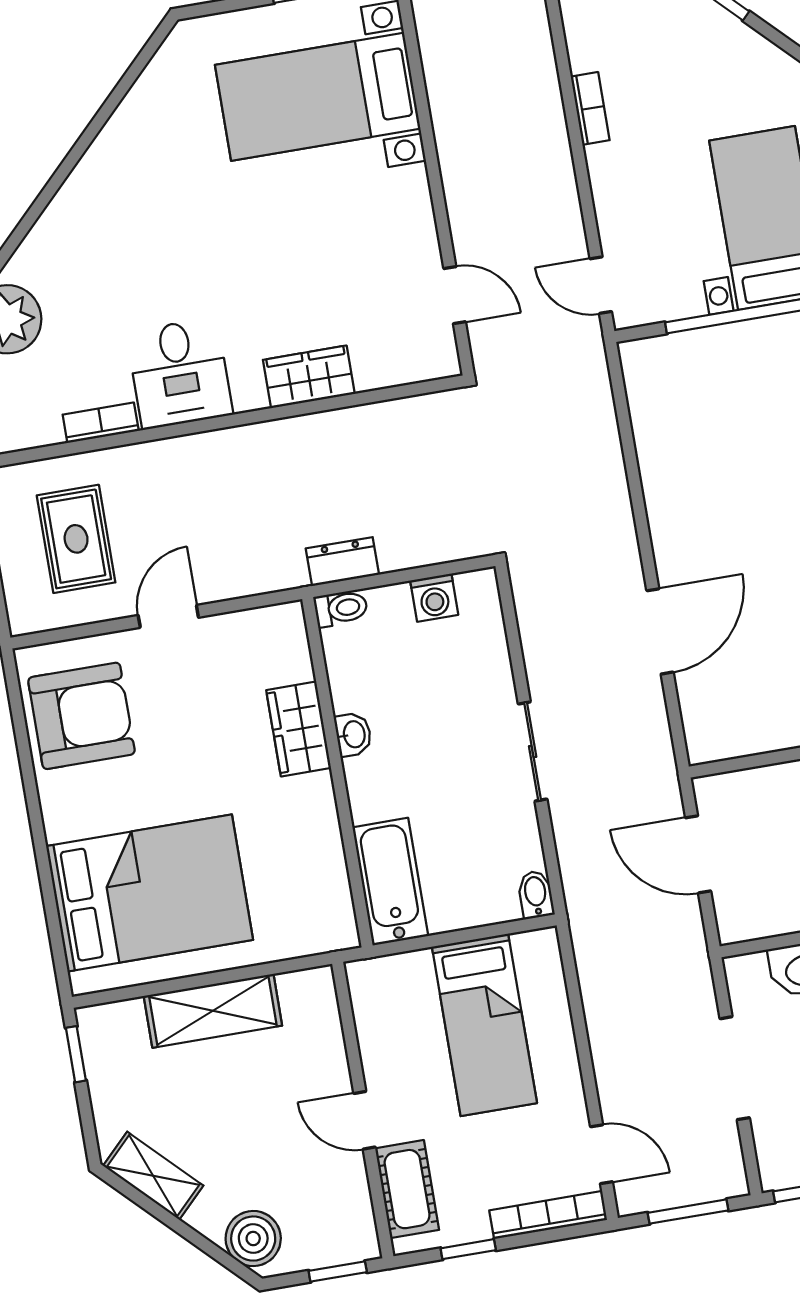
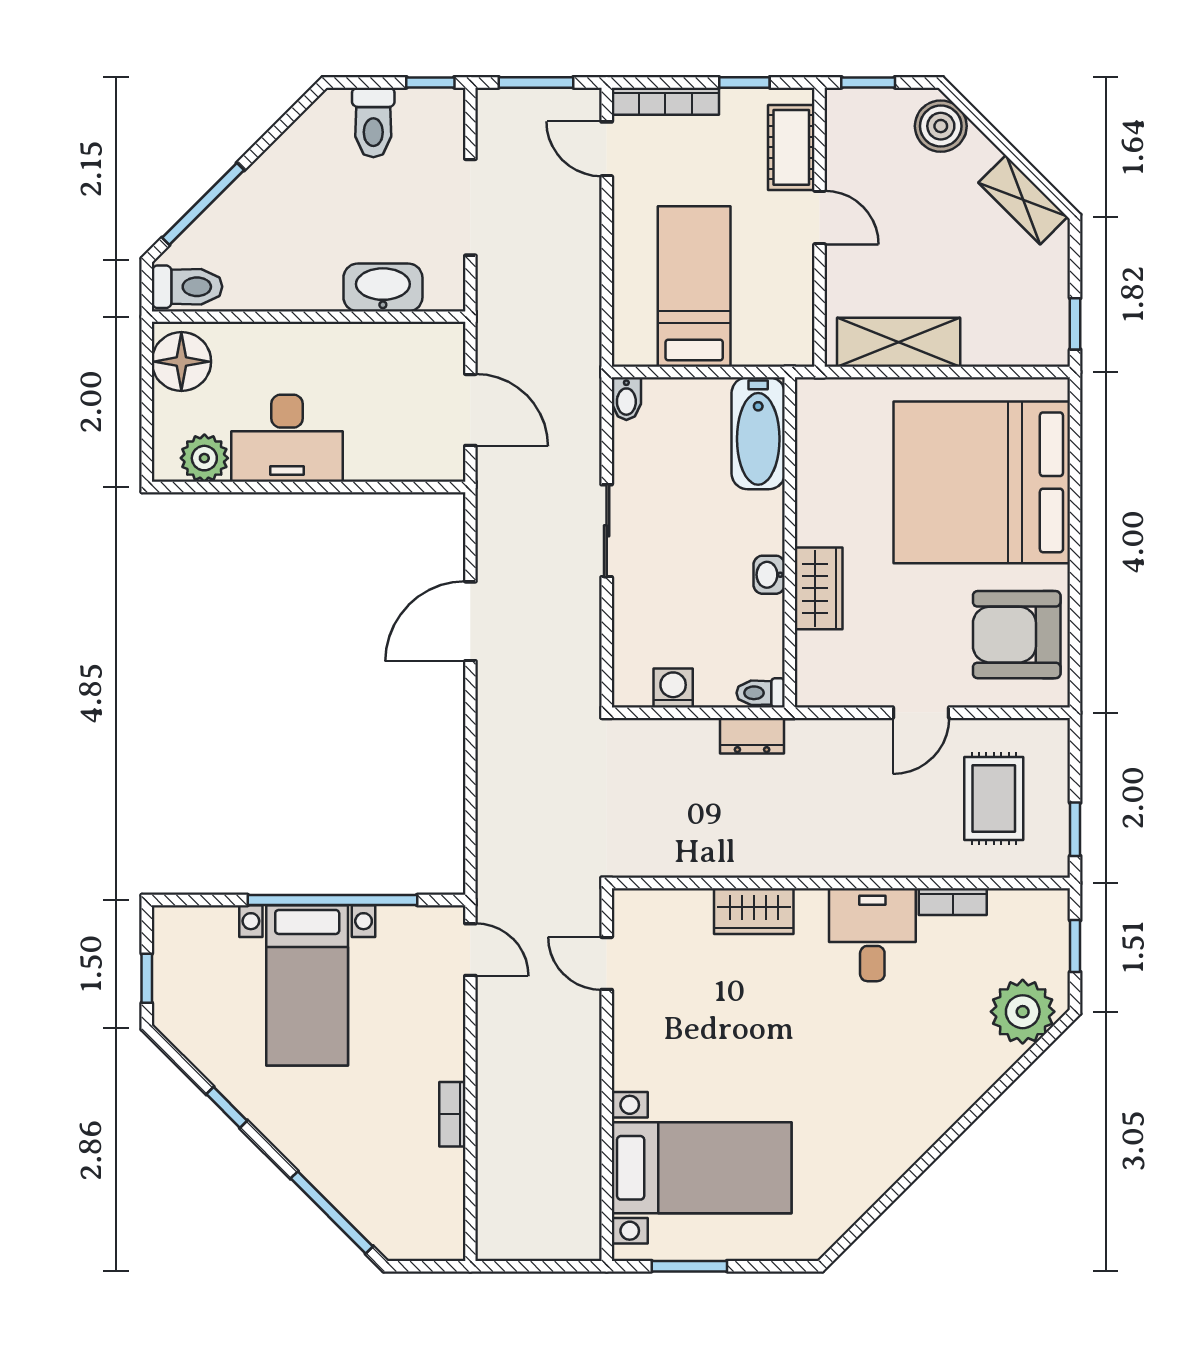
bed: (150, 893) -> (982, 482), width x1.36
shelving: (213, 1011) -> (899, 342), moved

